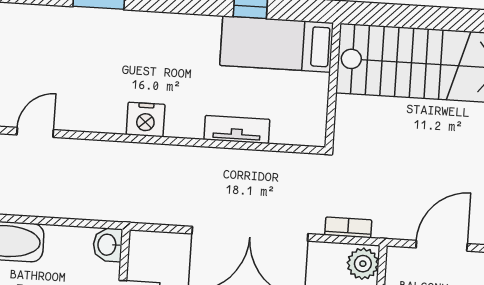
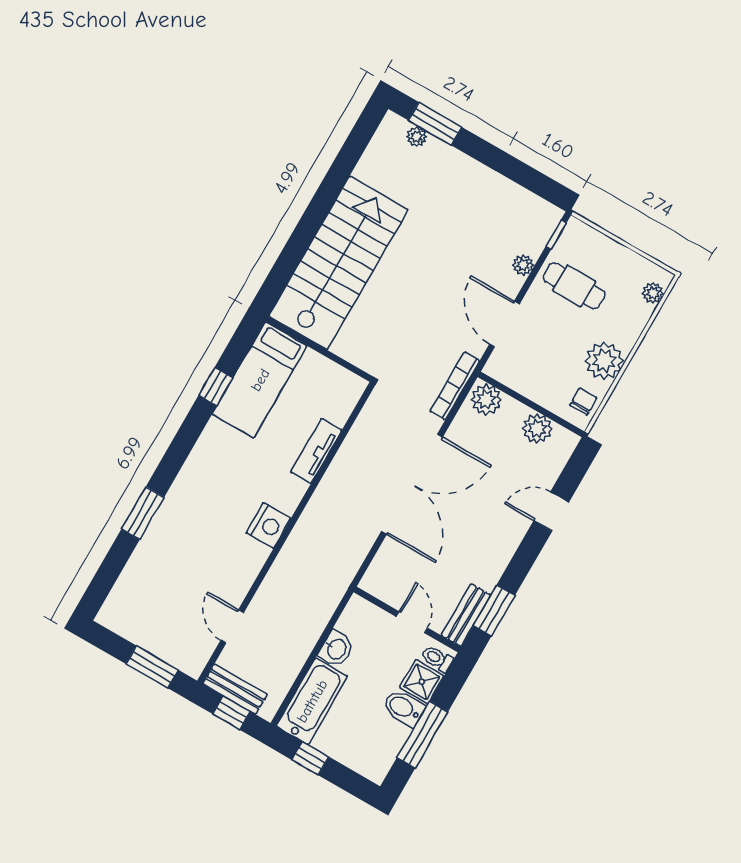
bookcase: (348, 227) -> (455, 386), width x1.56
washbasin: (108, 245) -> (336, 649), moved, turned -90

